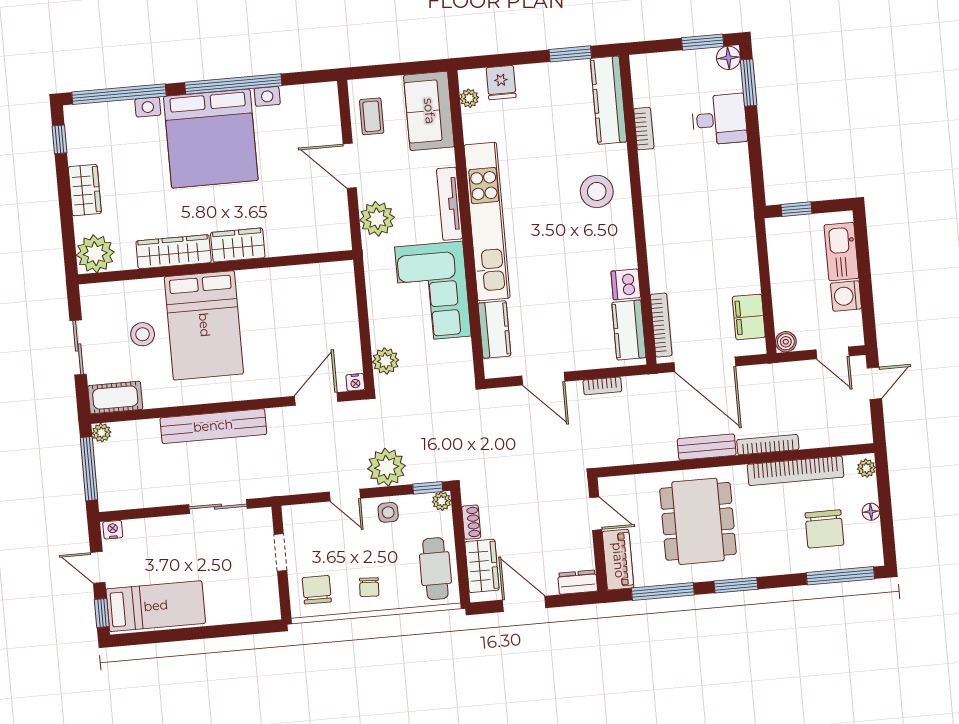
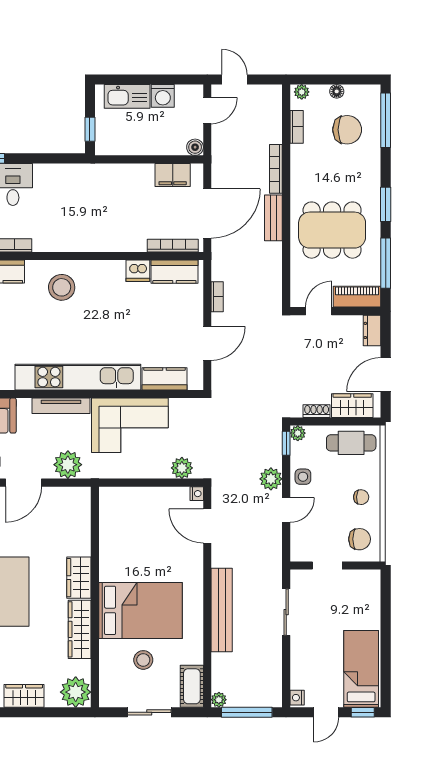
plant: (387, 467) -> (271, 479), width x0.73, depth x0.73
bookcase: (796, 471) -> (297, 127), width x0.43, depth x0.76
chair: (317, 590) -> (360, 539), turned 180

